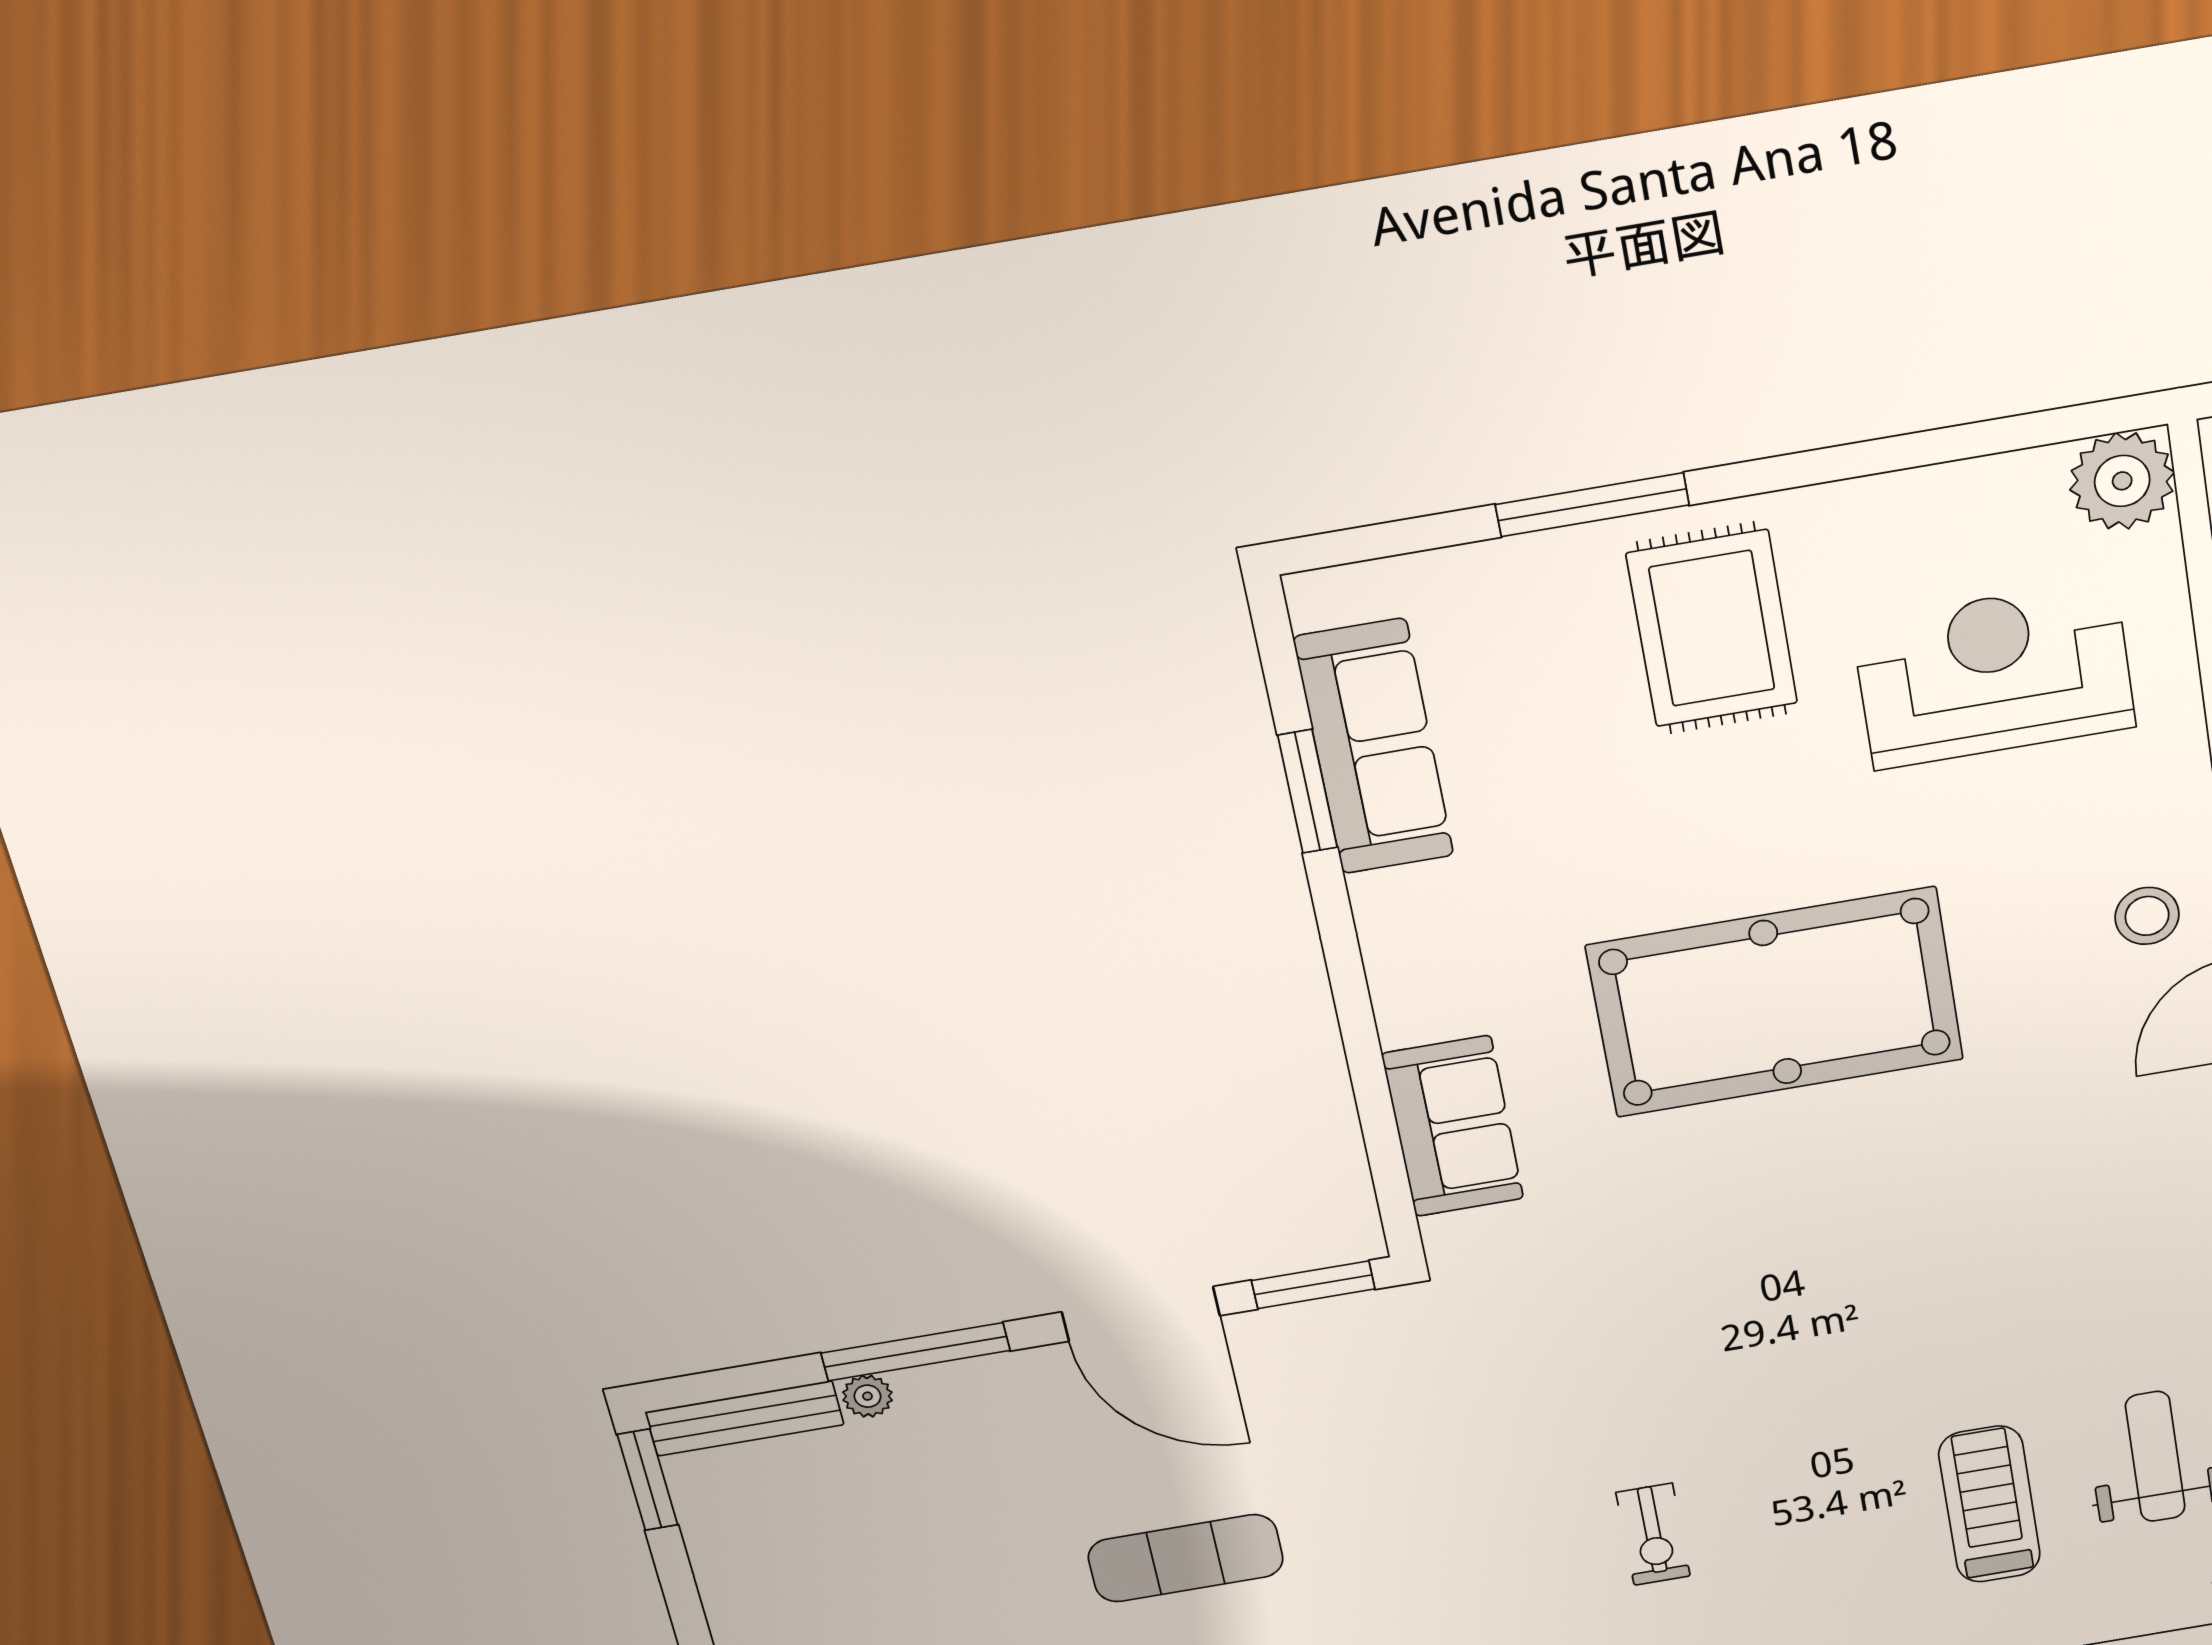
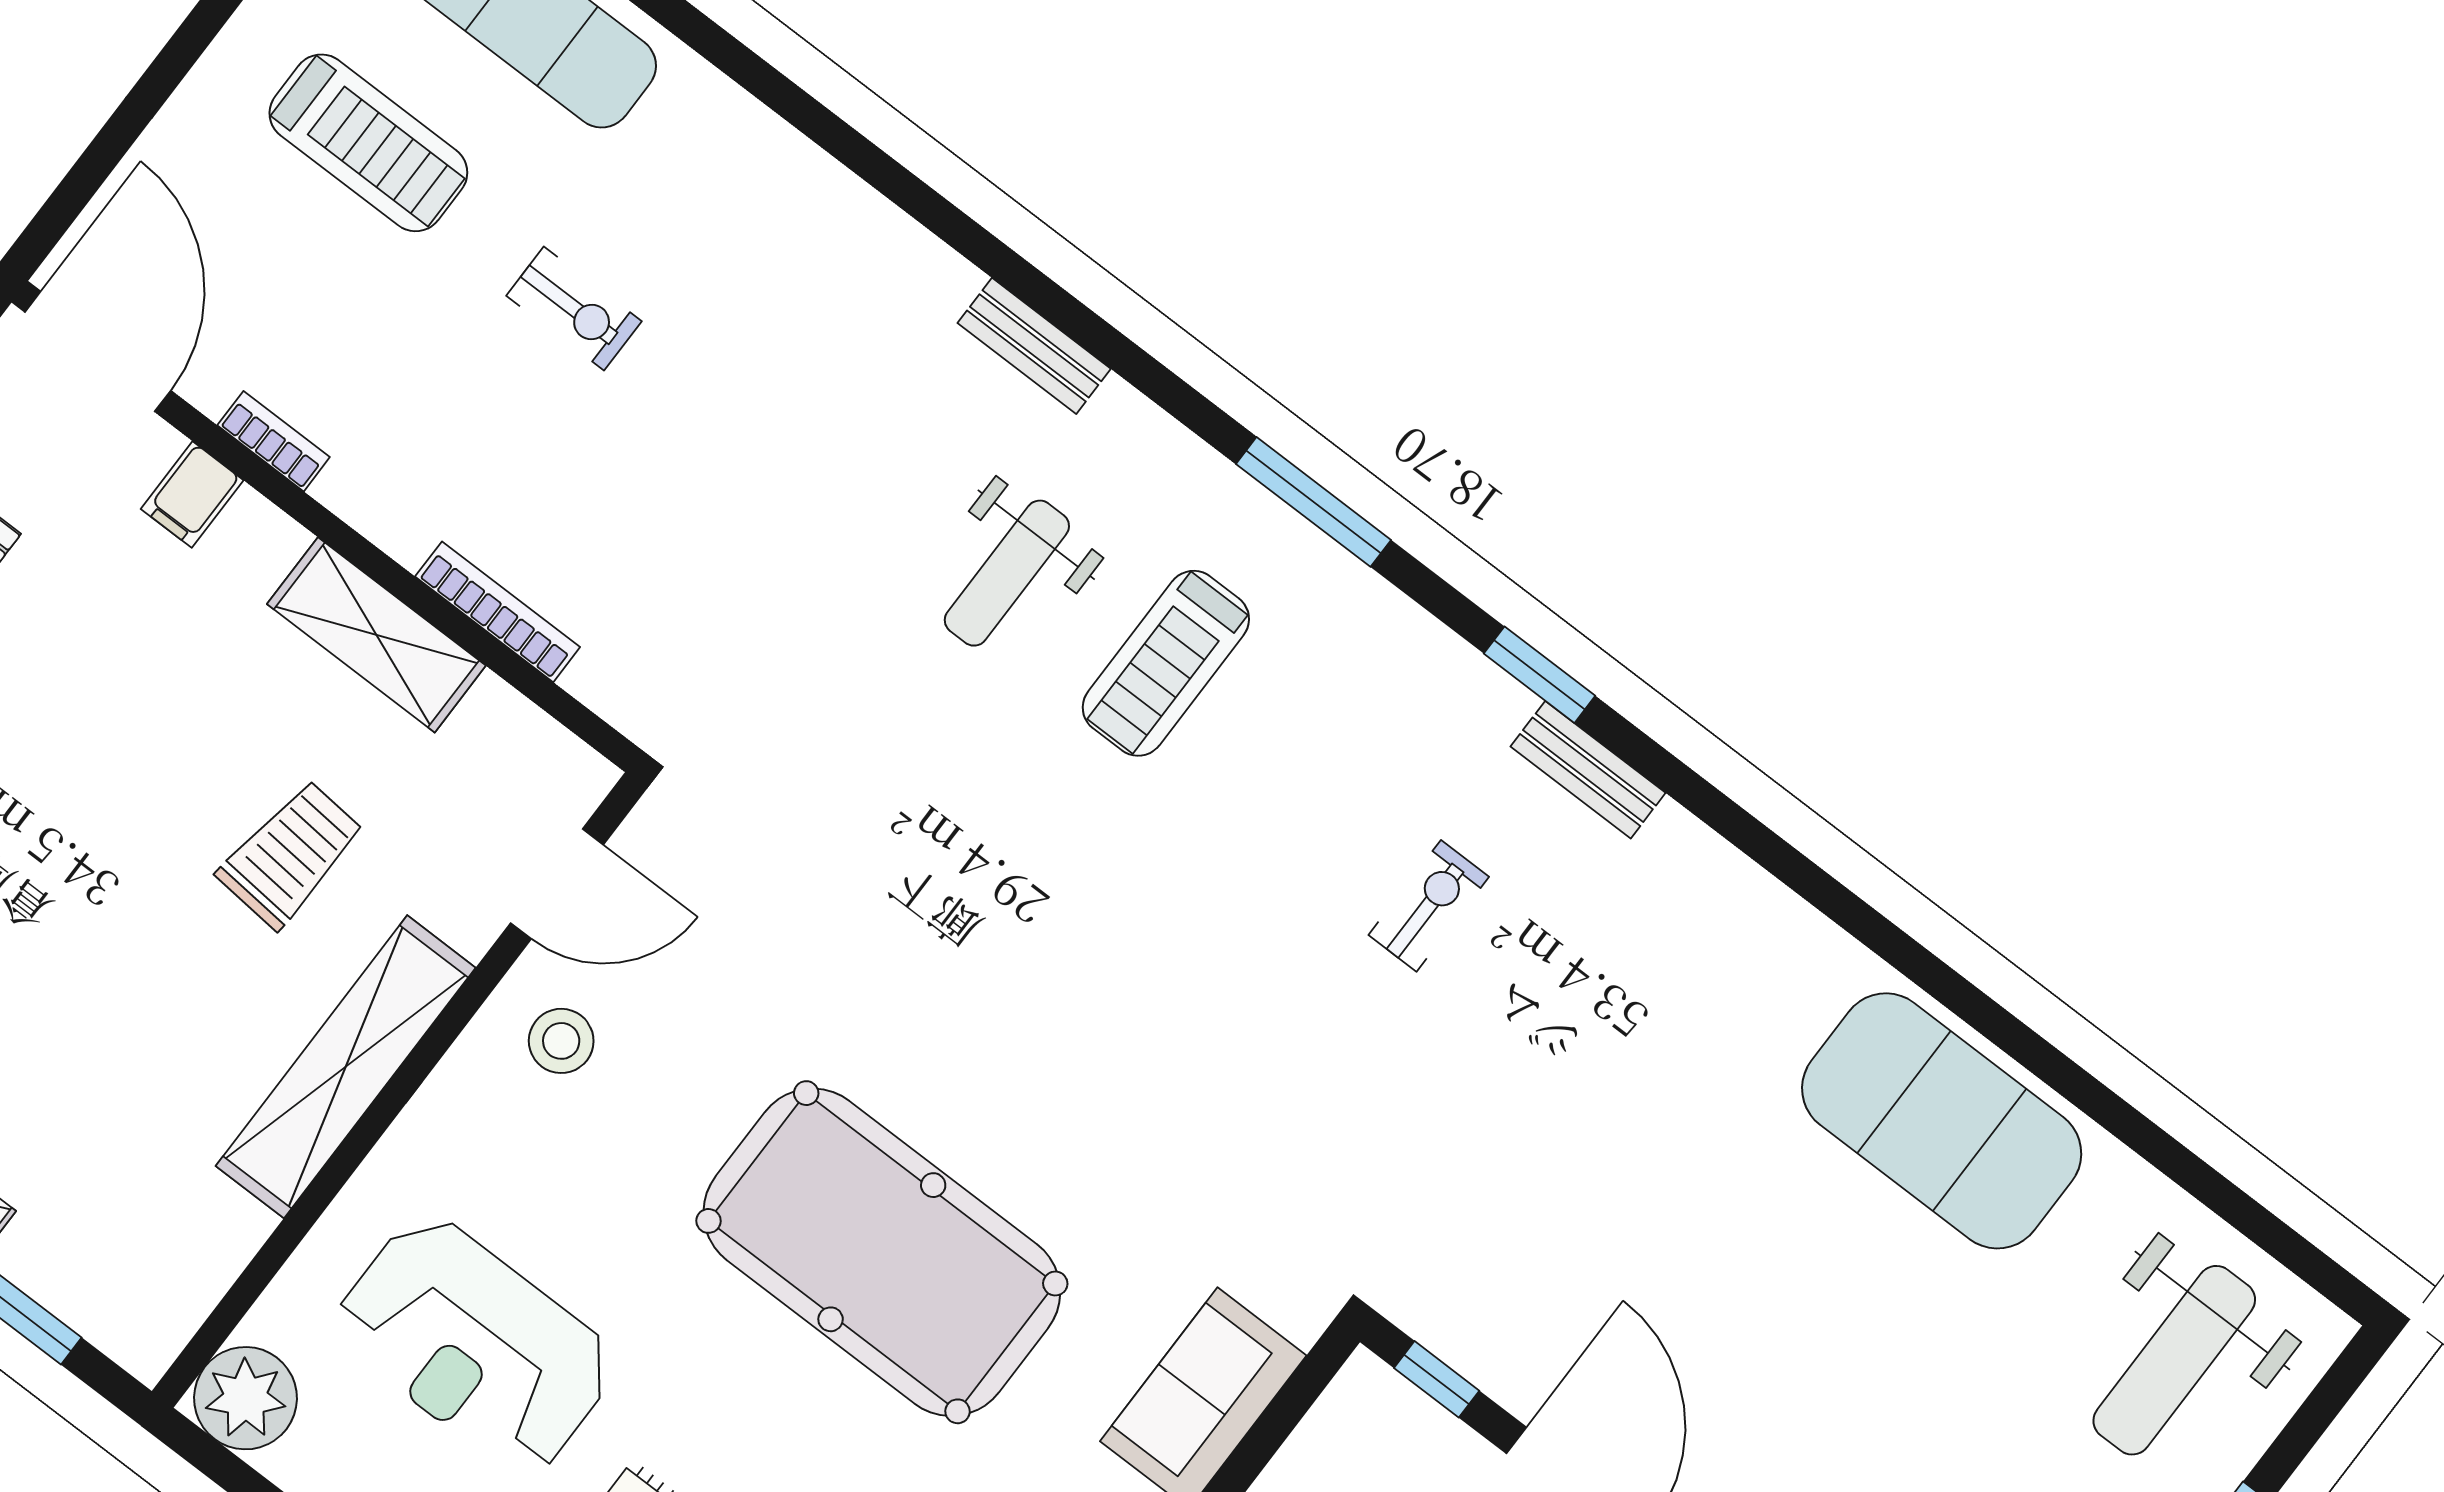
window: (1313, 1285) -> (1437, 1379), width x0.67
exercise mat: (1186, 1558) -> (1776, 1256), removed

